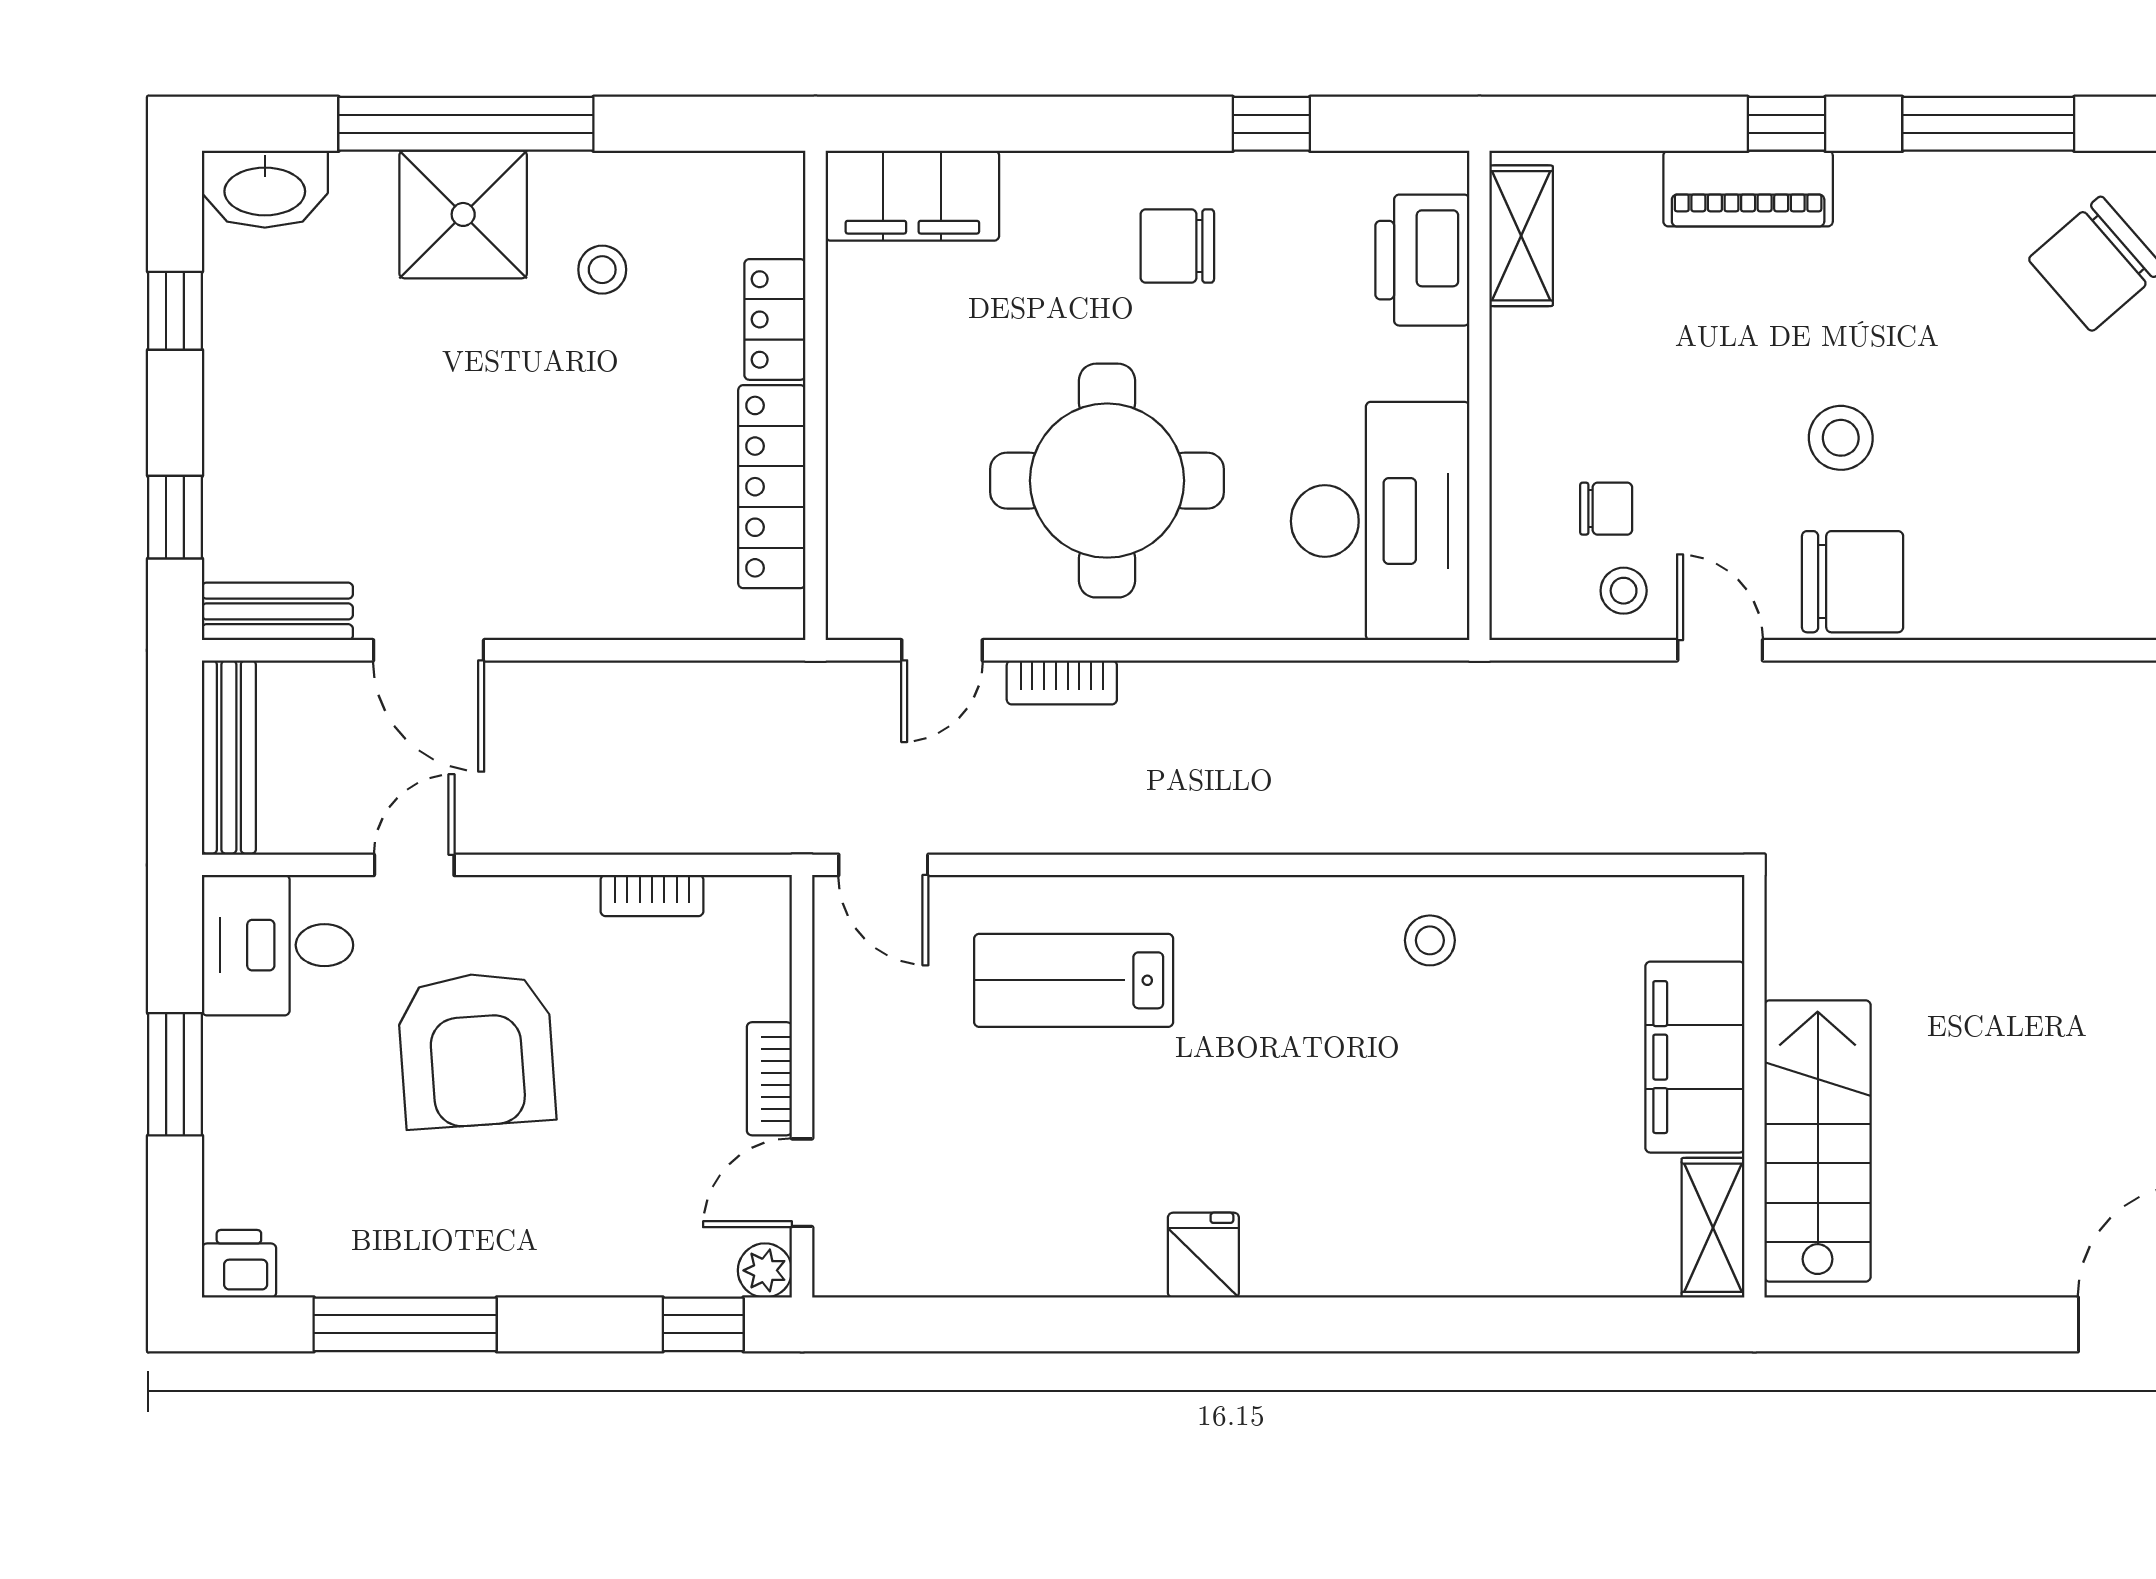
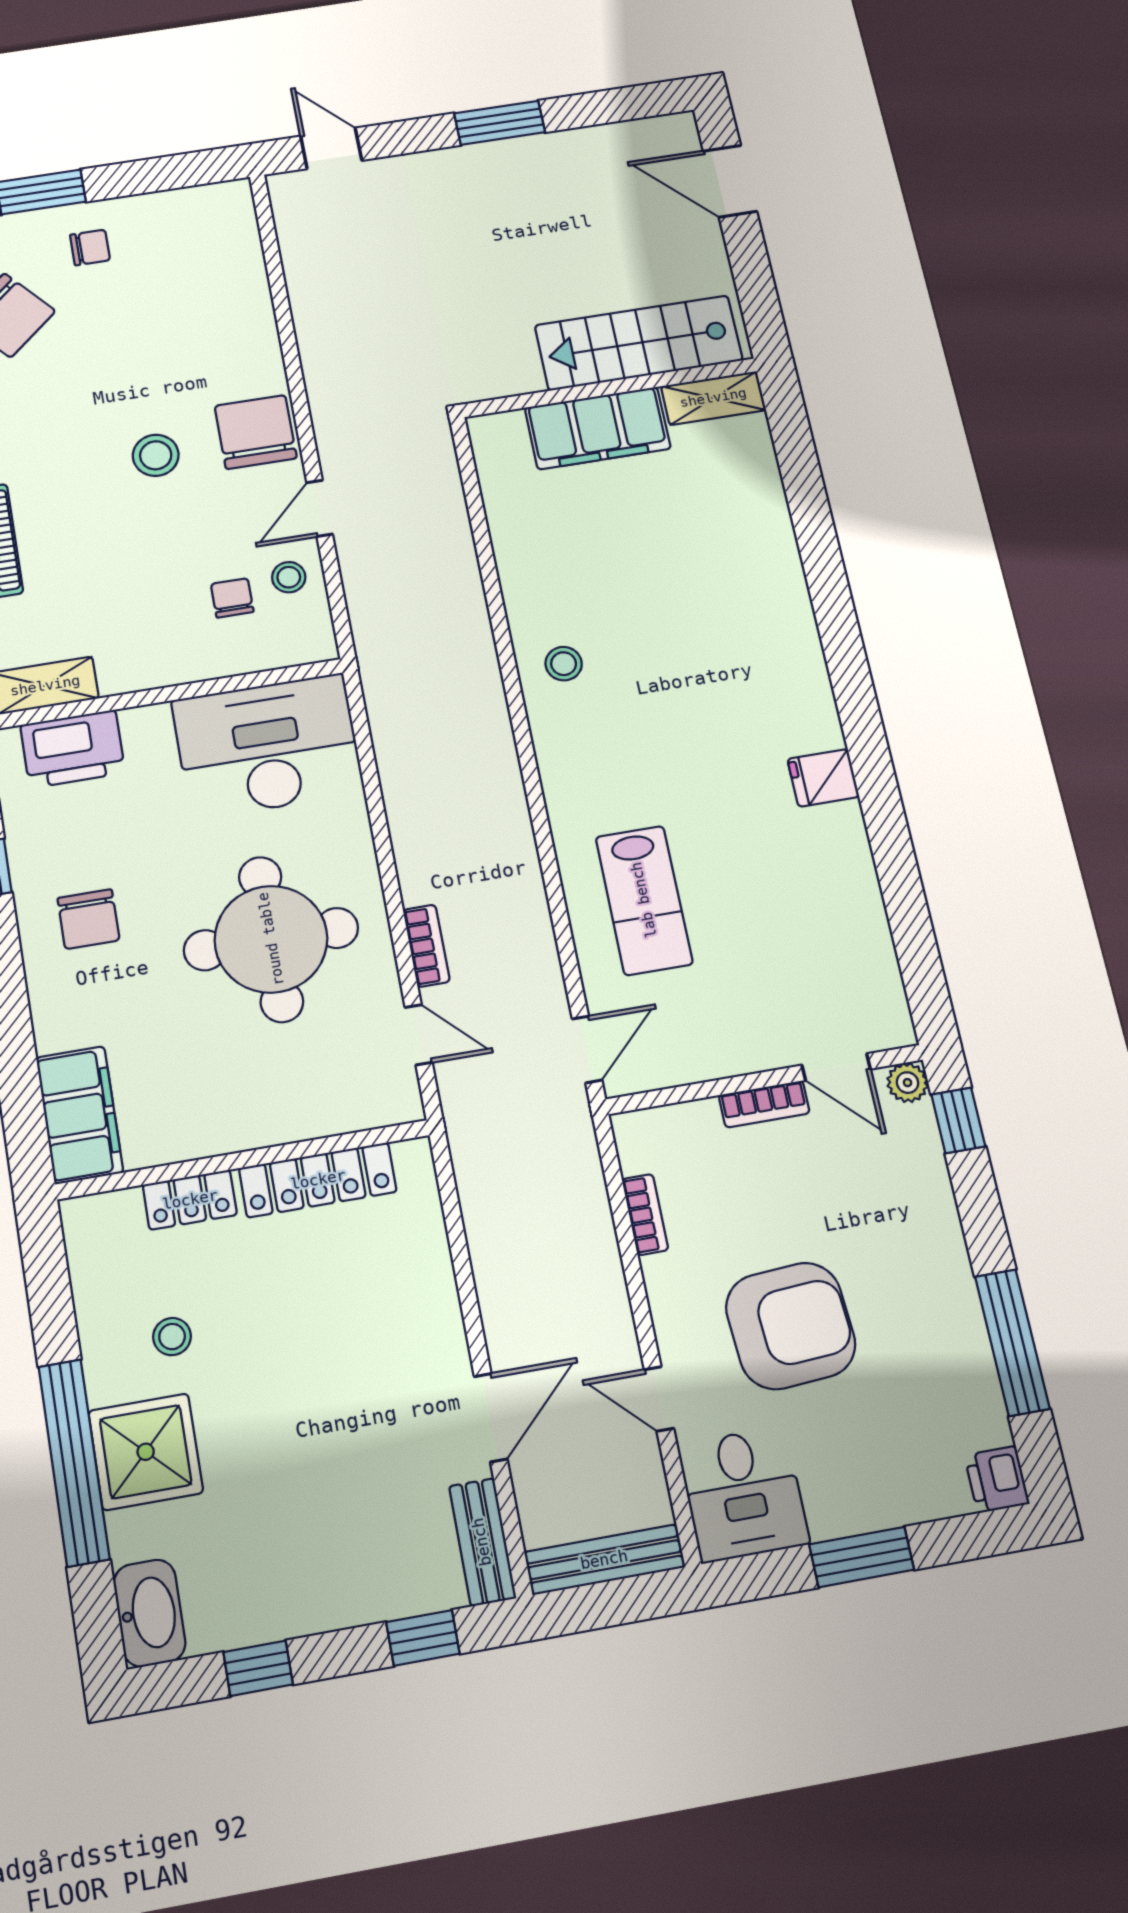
filing cabinet: (1695, 1057) -> (598, 428), moved
wall: (1754, 1086) -> (610, 388), moved
stairs: (1818, 1141) -> (639, 343), moved
shelving: (1713, 1228) -> (713, 398), moved

